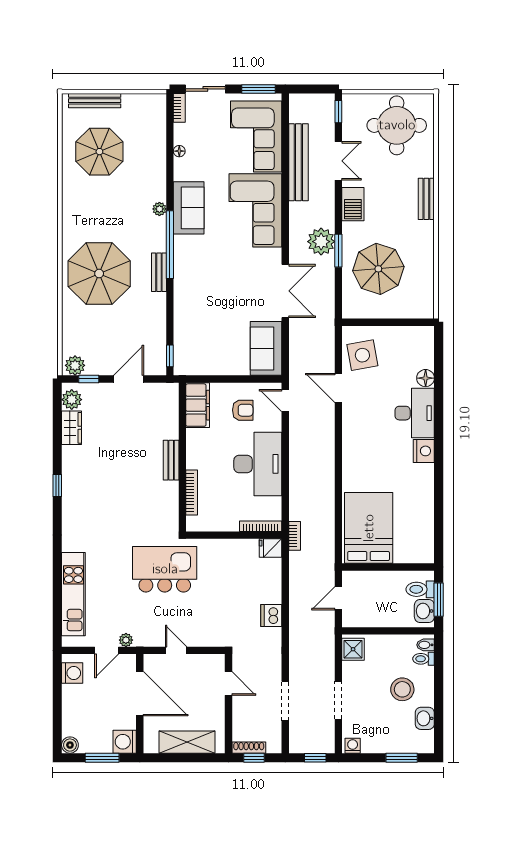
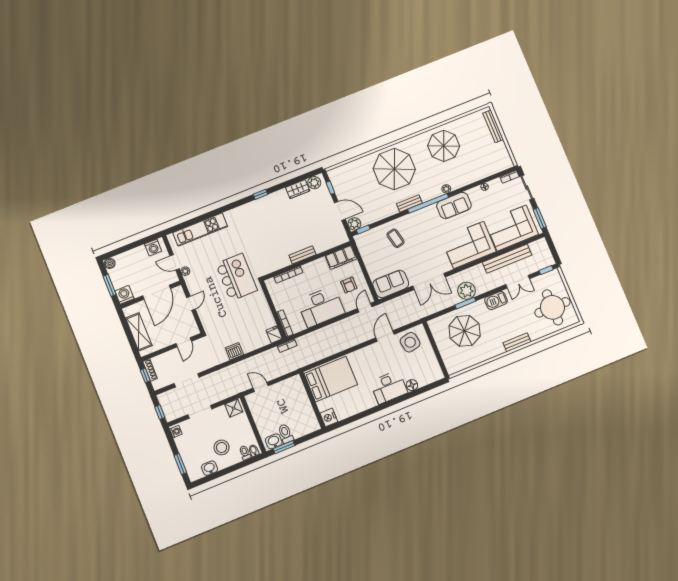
parasol: (99, 152) -> (444, 146), moved
coffee table: (202, 314) -> (396, 238), added
plant: (75, 365) -> (354, 224), moved
nightstand: (424, 451) -> (329, 417), moved, turned 90
bed: (369, 528) -> (331, 379), moved
wall: (388, 567) -> (312, 400), moved

